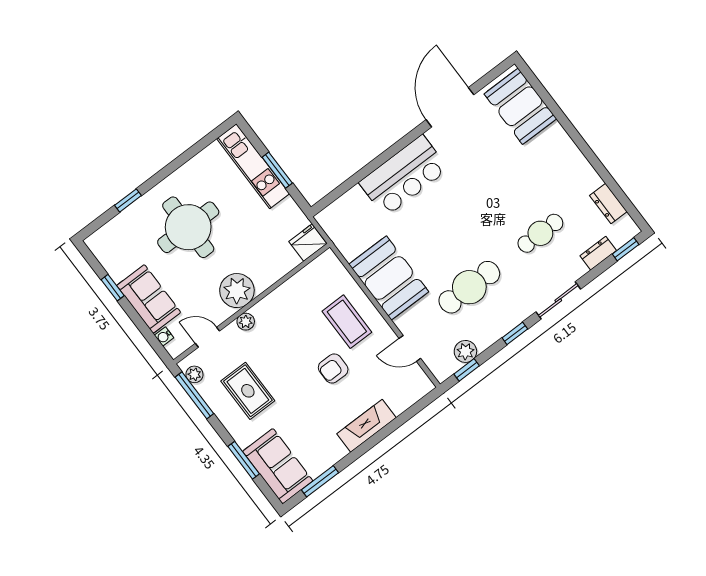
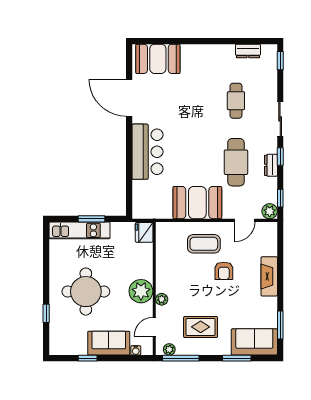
dresser: (598, 253) -> (271, 165), moved
plant: (465, 351) -> (270, 211), moved

